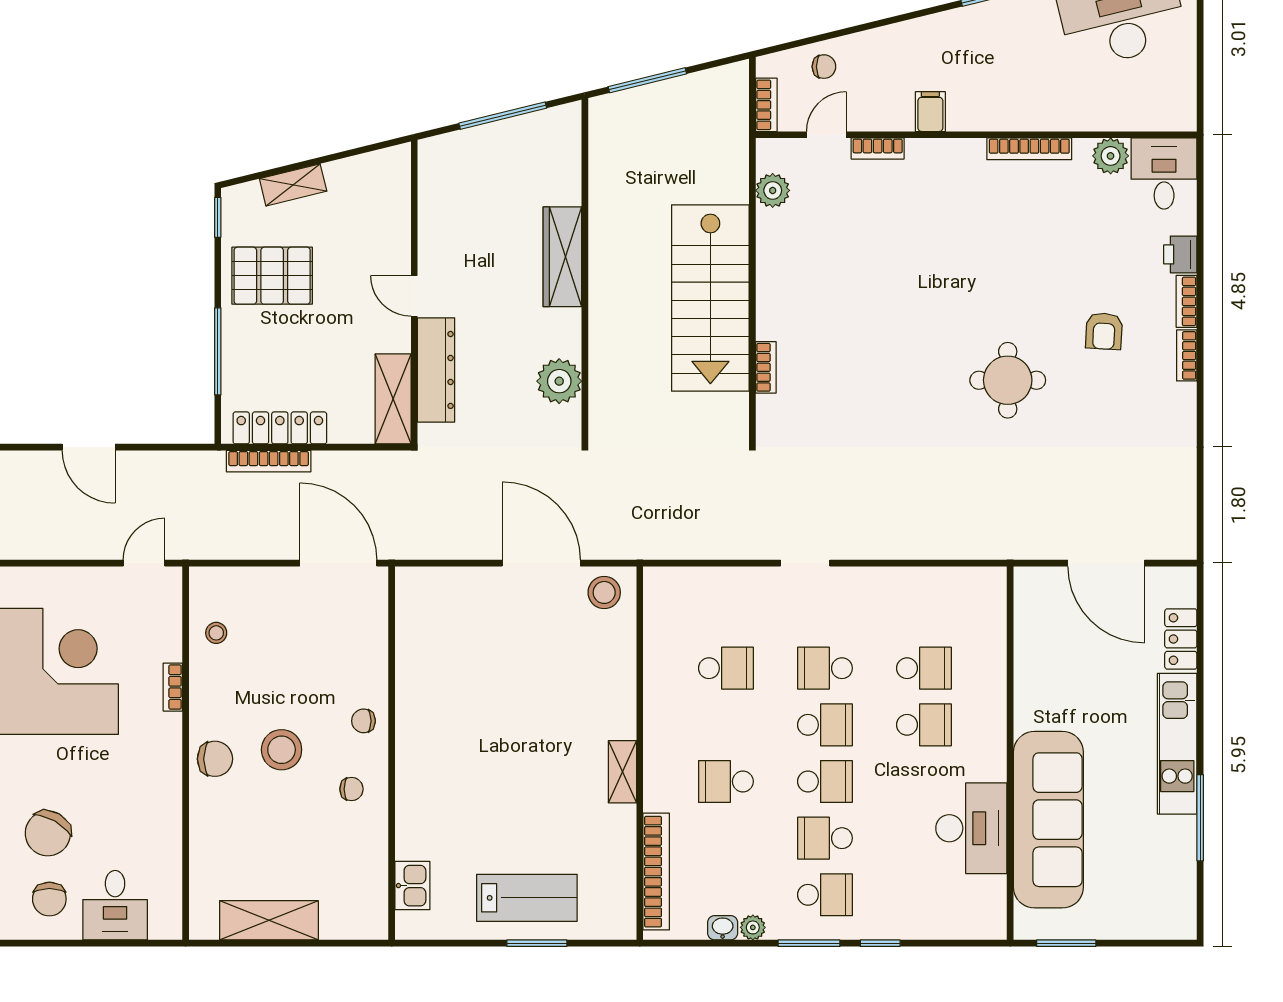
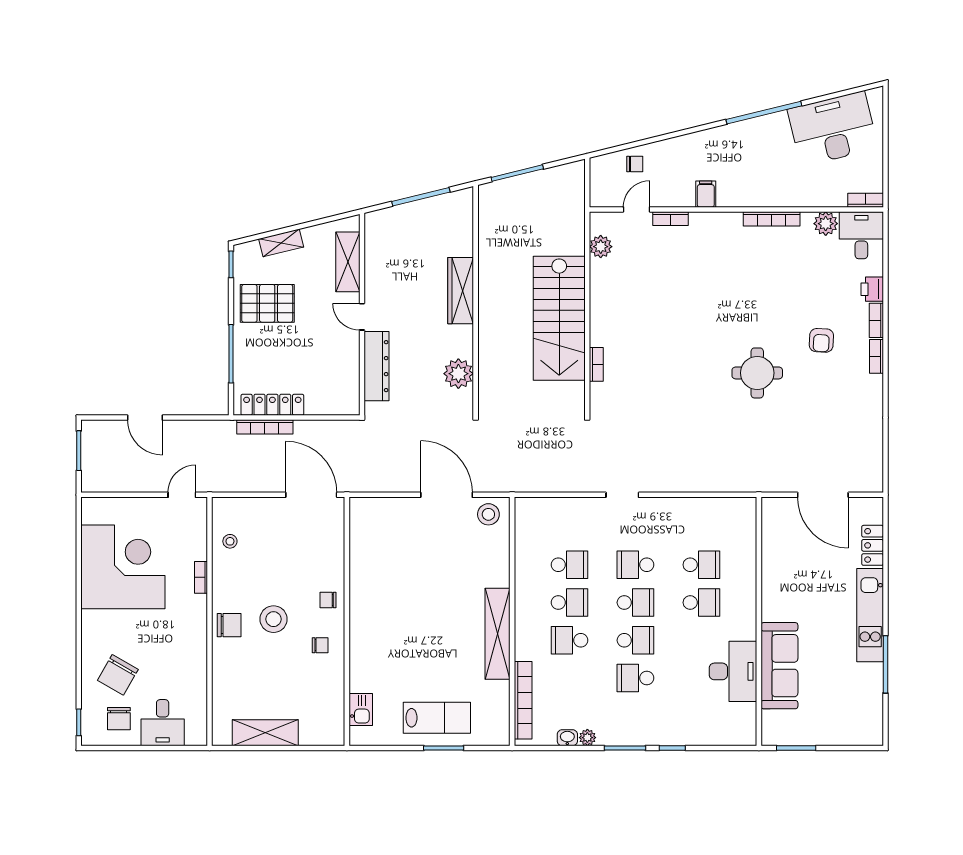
bookcase: (766, 105) -> (866, 200), moved, turned -90
shelving: (393, 399) -> (348, 262), moved
shelving: (622, 772) -> (498, 634), width x2.20, depth x1.33
sofa: (1048, 820) -> (779, 666), width x0.74, depth x0.79
school desk: (825, 895) -> (570, 603), moved

